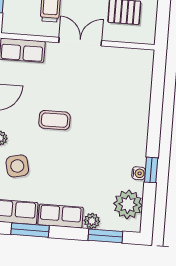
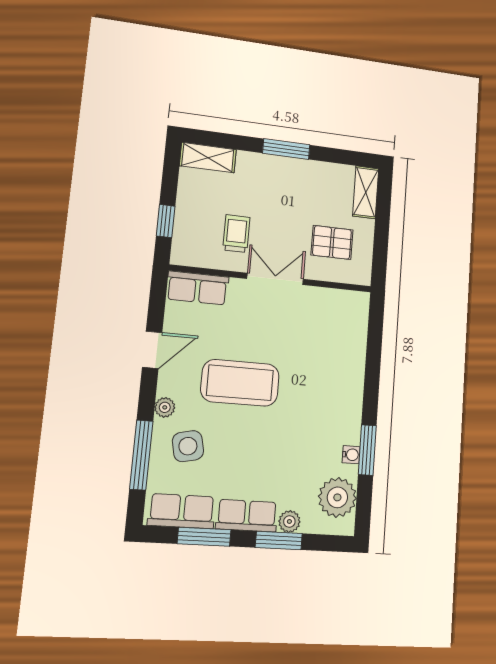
coffee table: (55, 120) -> (240, 383), width x1.86, depth x1.72
window: (151, 170) -> (367, 450), width x1.50
window: (105, 236) -> (279, 540), moved

